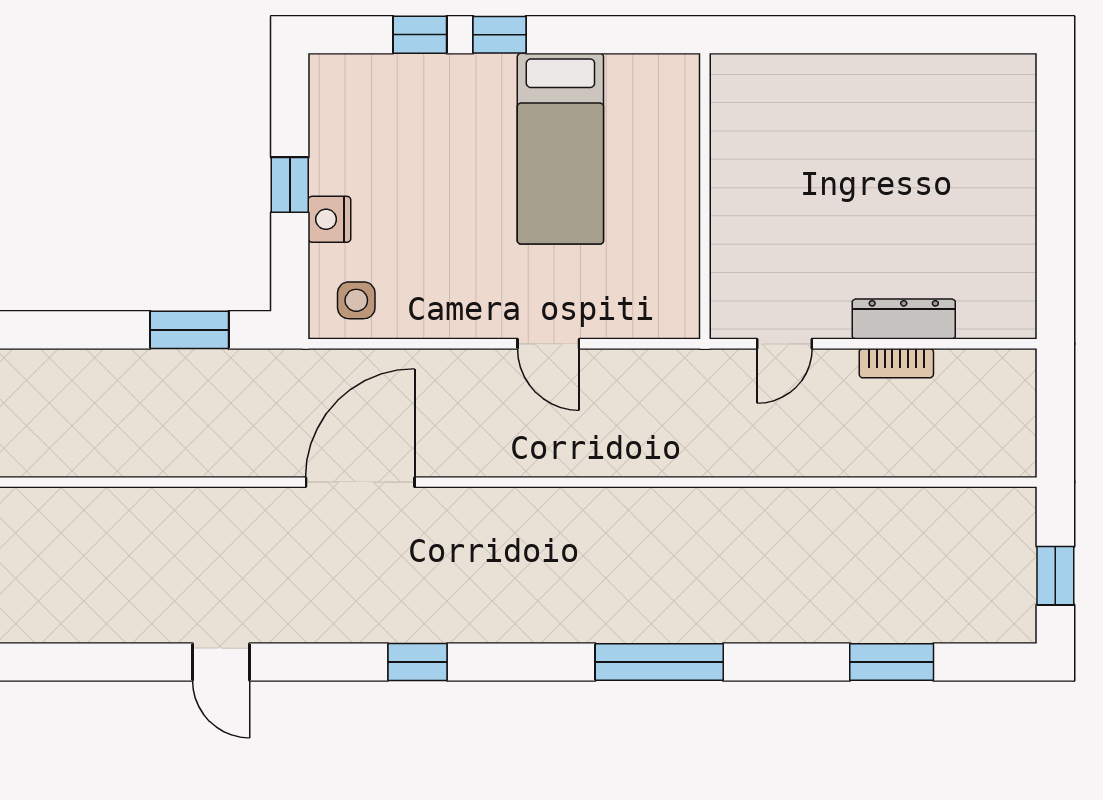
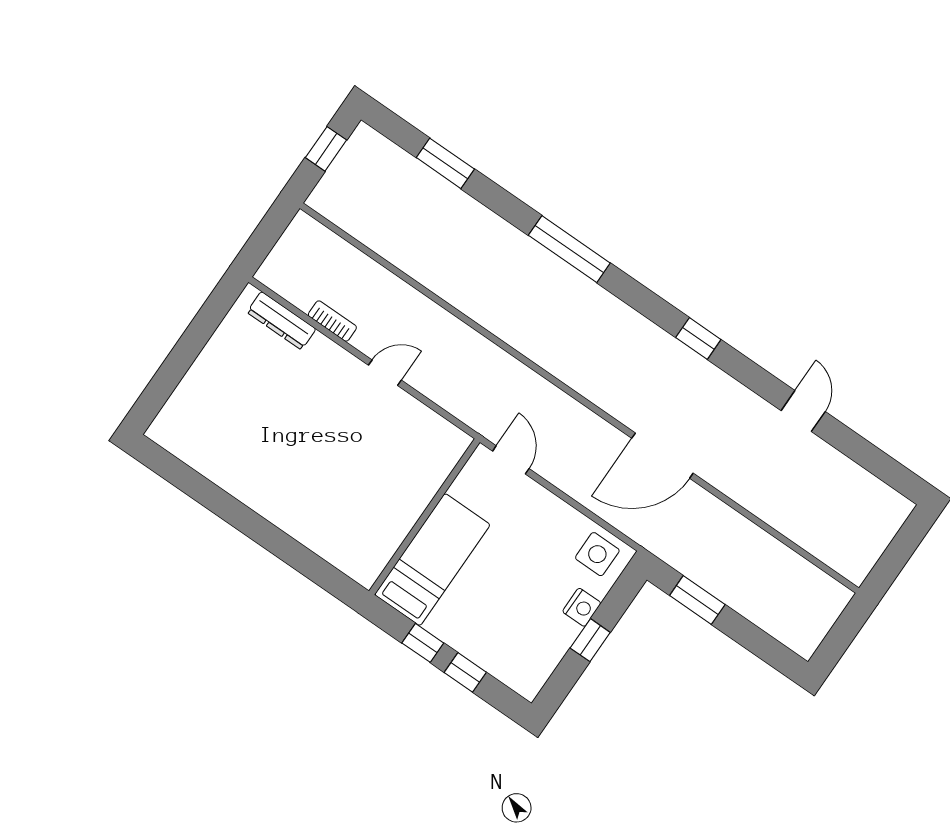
wall: (705, 196) -> (425, 517), moved
side table: (356, 300) -> (597, 554), width x1.37, depth x1.37
dresser: (904, 319) -> (281, 321), moved

